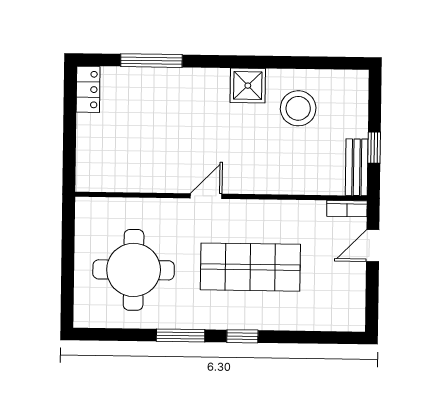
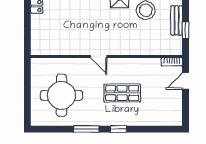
bench: (357, 167) -> (177, 20), moved
door: (206, 196) -> (99, 56), swing flipped
shop shelf: (250, 267) -> (122, 93), width x0.70, depth x0.74

